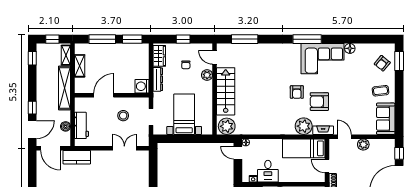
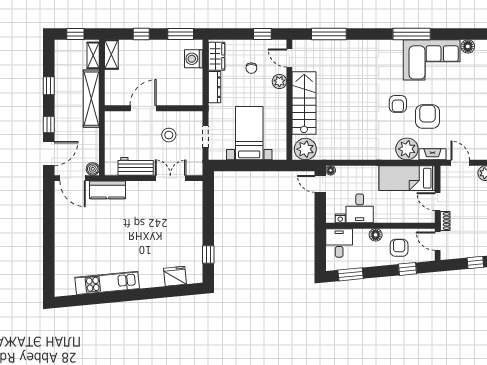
window: (102, 39) -> (141, 34), width x0.46
window: (183, 39) -> (262, 34), moved
window: (32, 58) -> (49, 86), moved
shelving: (80, 66) -> (111, 54), moved
washing machine: (142, 86) -> (194, 59), moved
armchair: (319, 102) -> (428, 117), turned 90
workbench: (81, 125) -> (136, 166), moved, turned -90
boiler: (66, 126) -> (93, 169), moved

